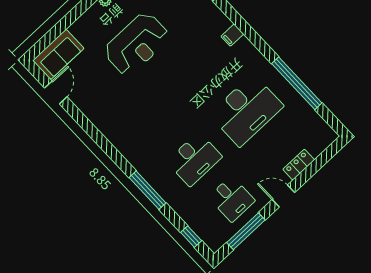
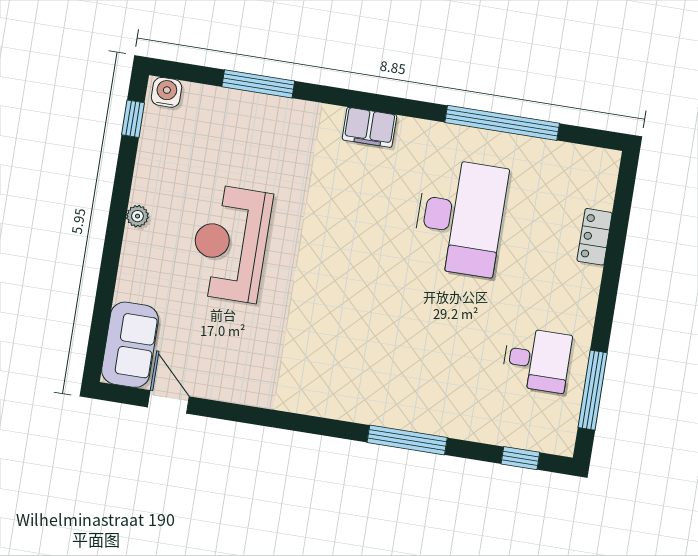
filing cabinet: (232, 35) -> (369, 127), width x2.00
reception desk: (137, 44) -> (230, 243), turned 180
desk: (194, 159) -> (440, 344), removed
door: (283, 196) -> (607, 298), removed

